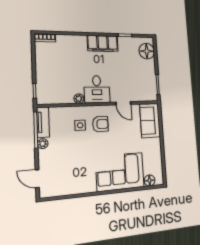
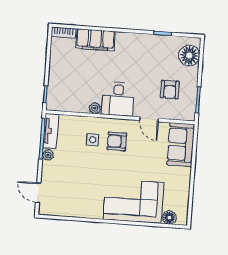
filing cabinet: (103, 43) -> (96, 40), moved
armchair: (136, 78) -> (170, 90), added
armchair: (100, 124) -> (117, 141), turned 180

